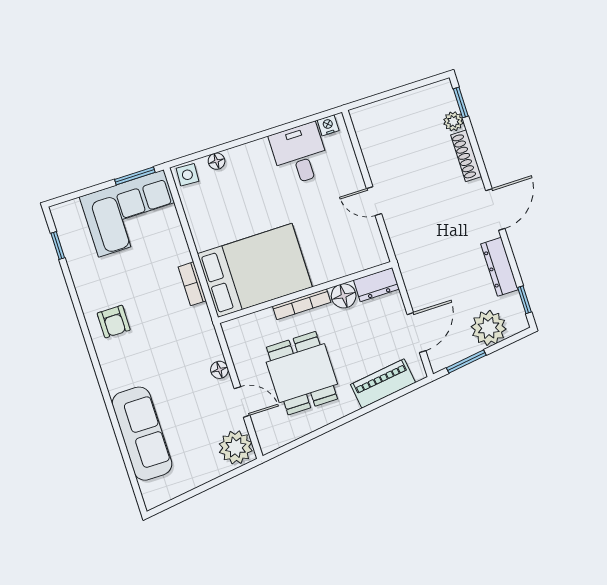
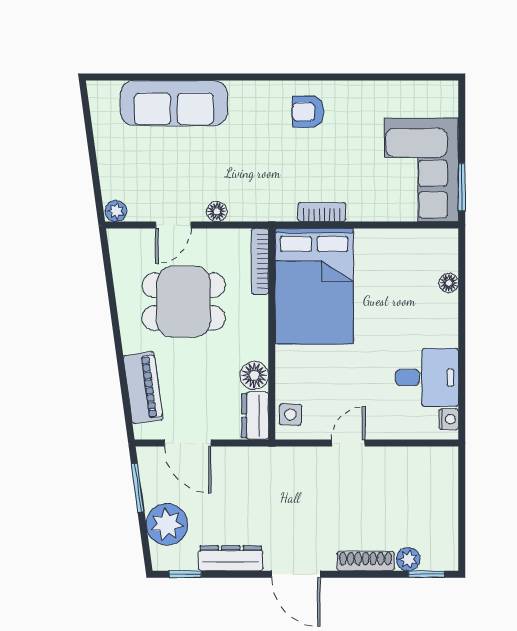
side table: (187, 175) -> (291, 414), moved
window: (58, 246) -> (412, 77), removed
bookcase: (302, 304) -> (260, 261), moved
plant: (236, 447) -> (116, 211), width x0.53, depth x0.53

